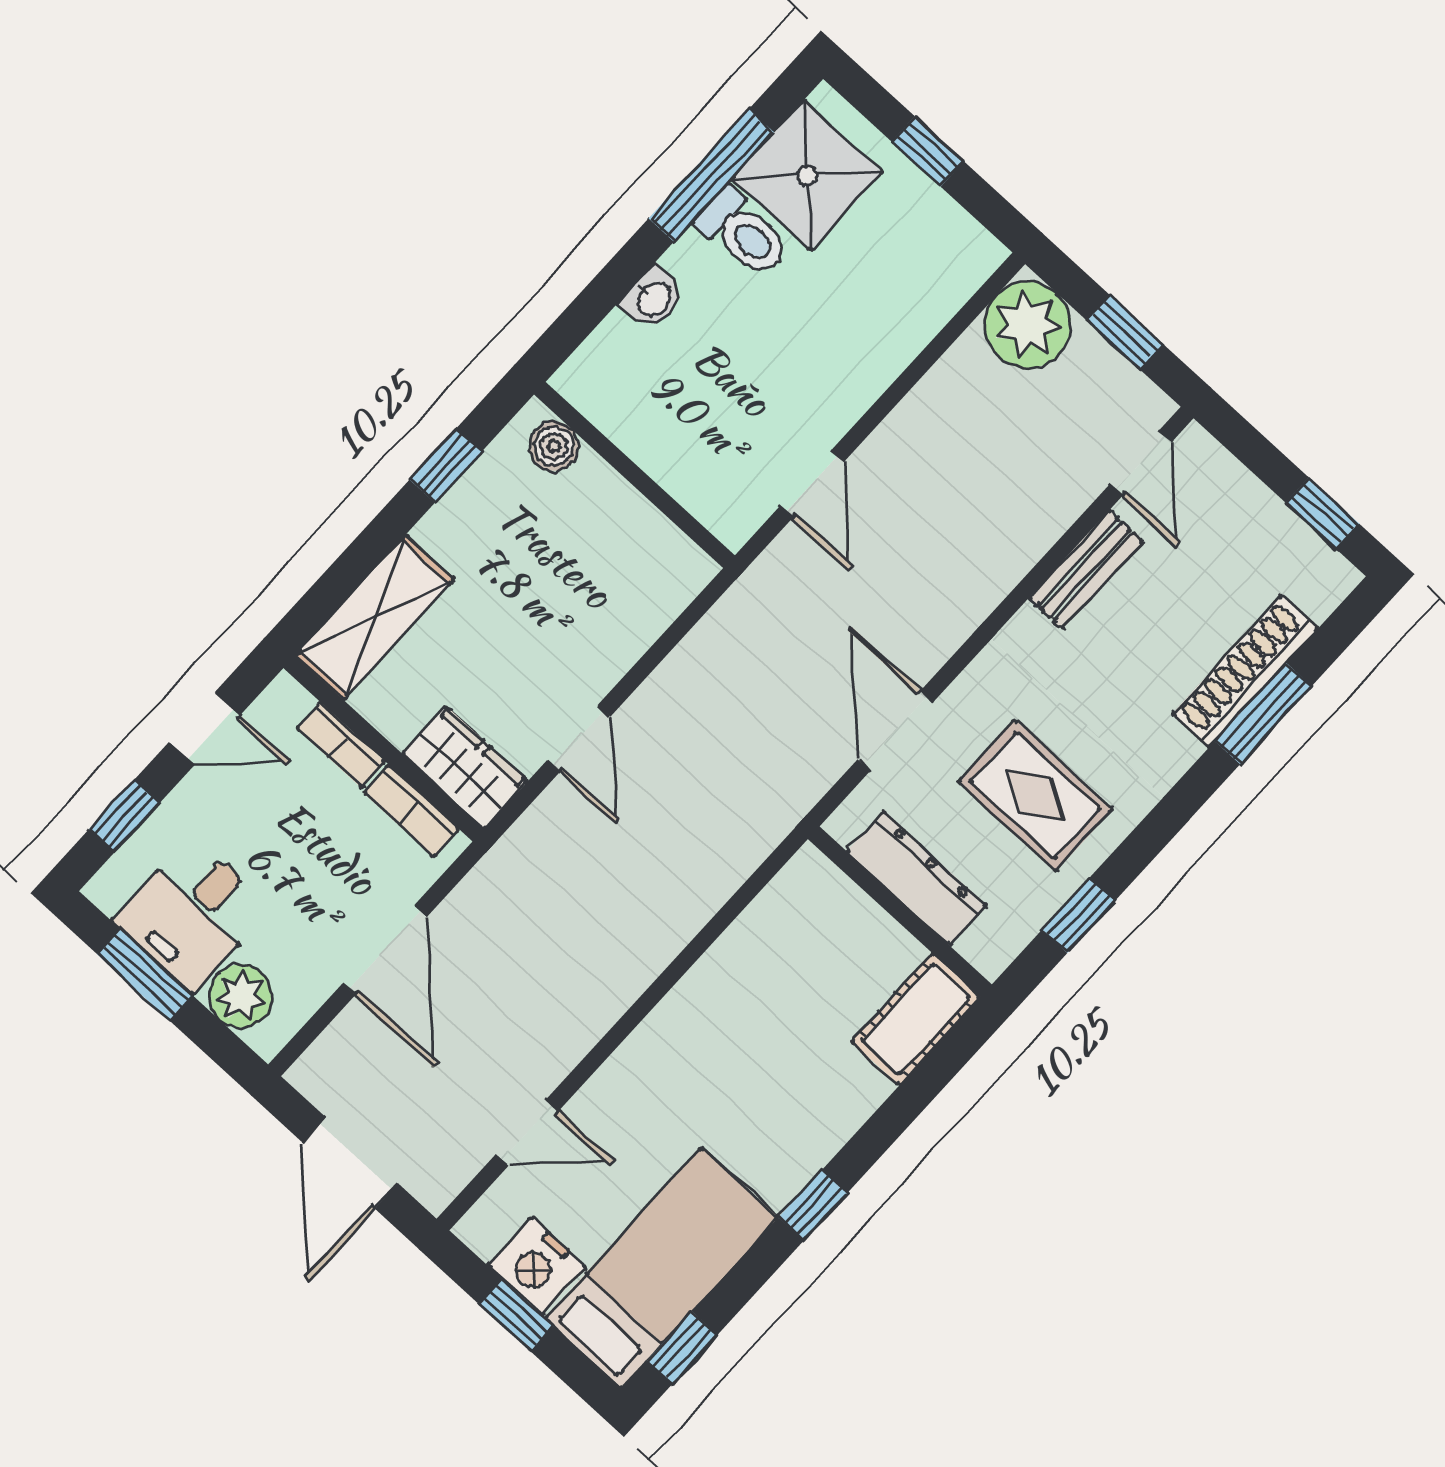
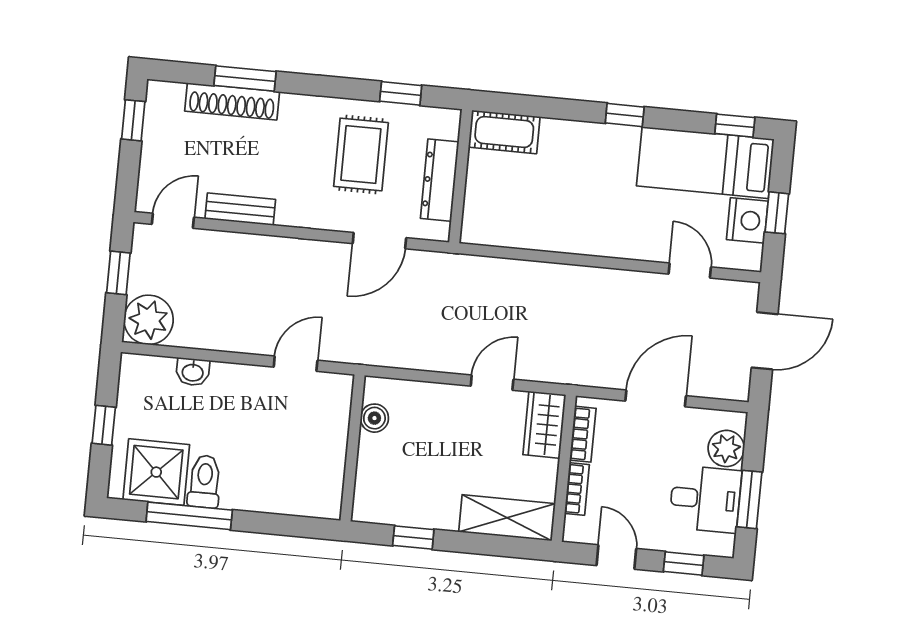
washbasin: (653, 298) -> (193, 372), moved, turned 180
boiler: (554, 446) -> (374, 418), moved

